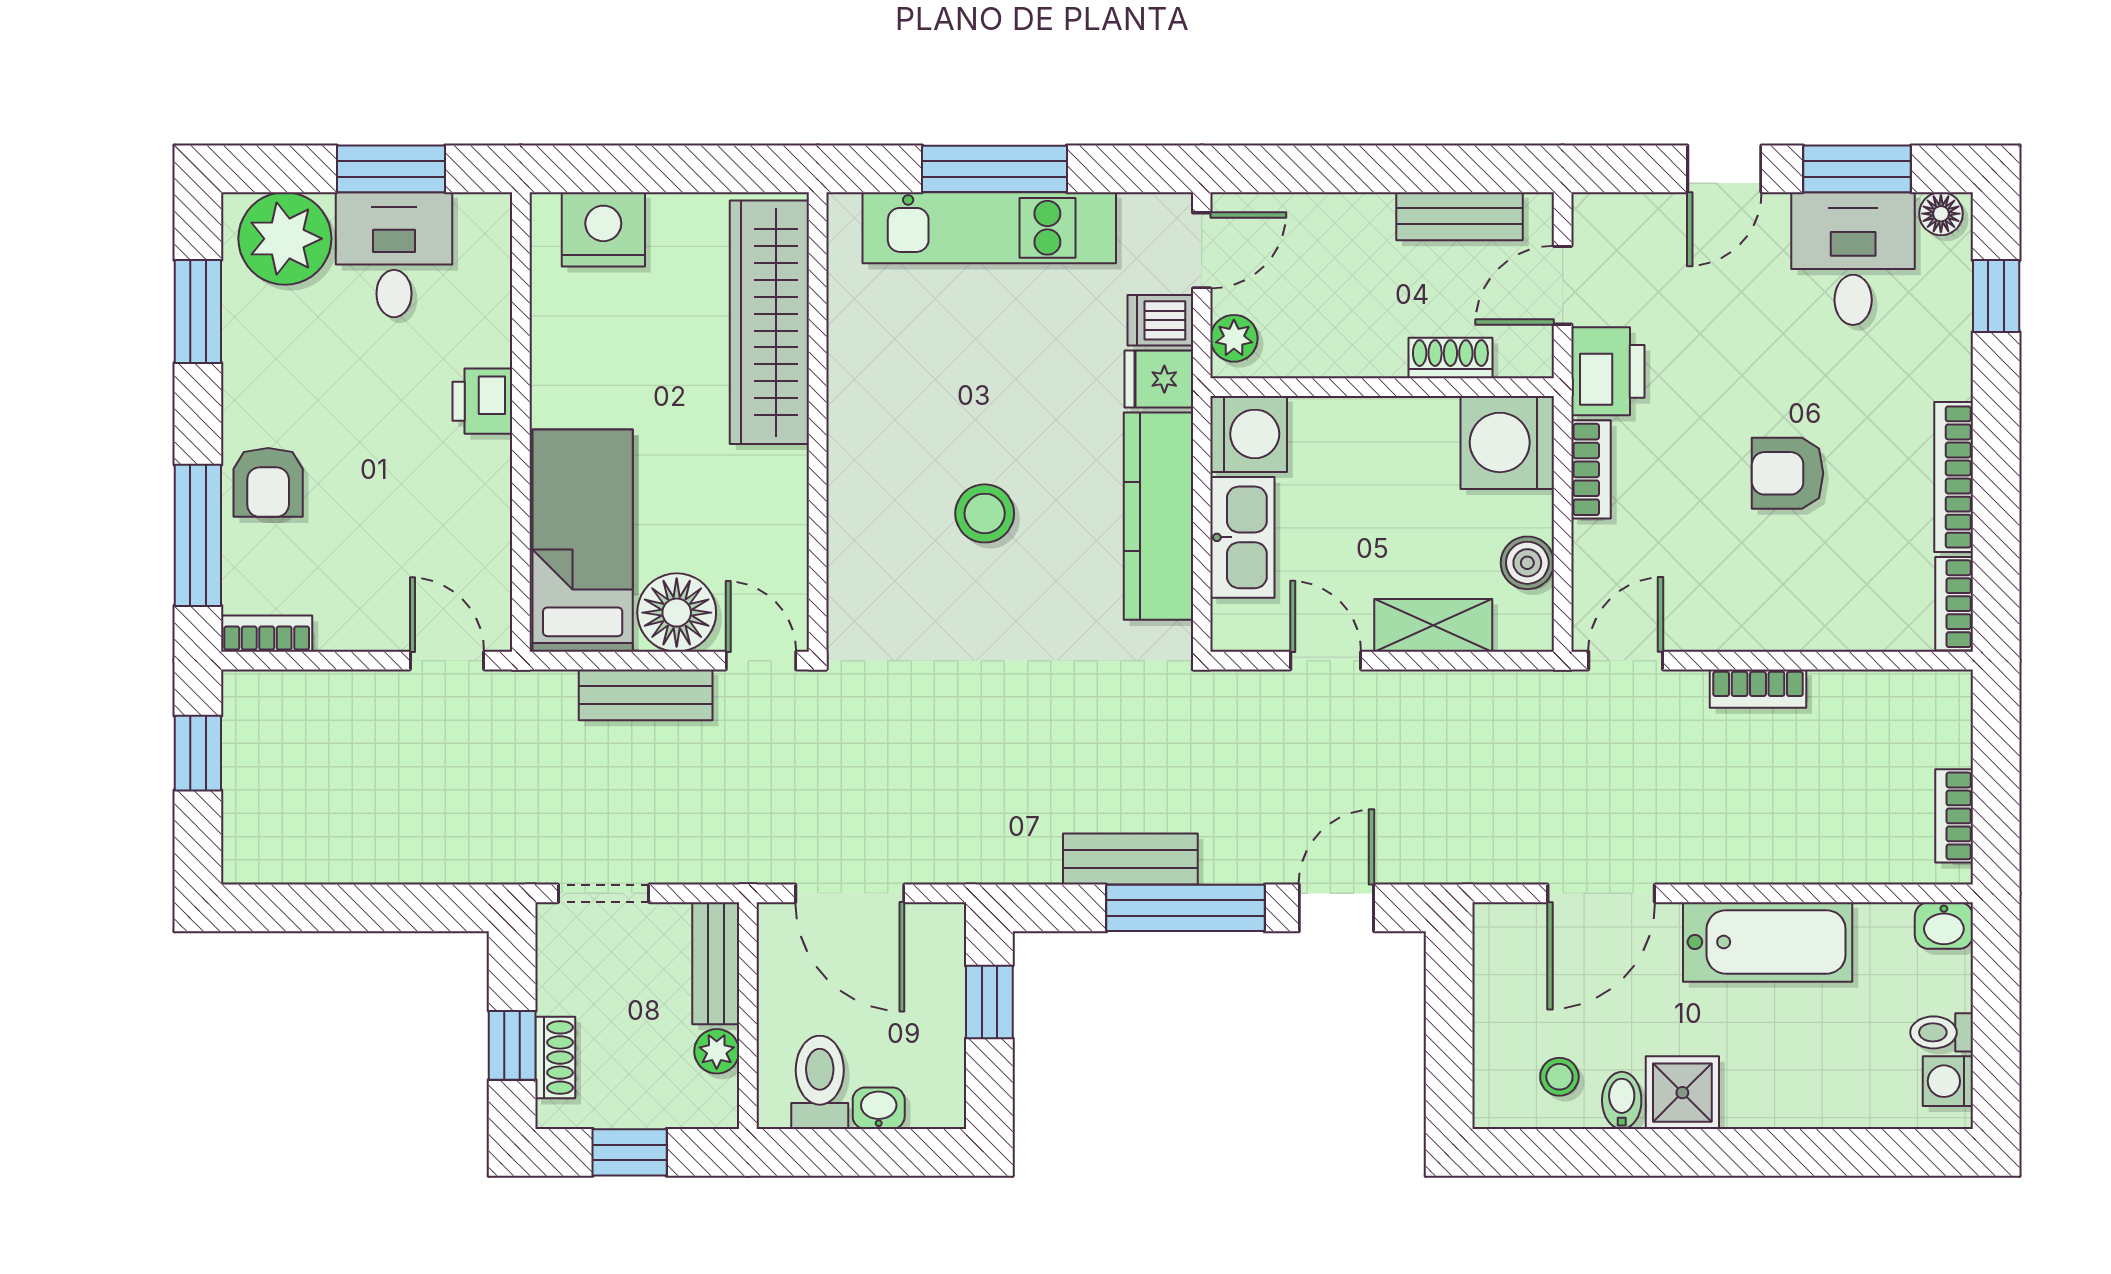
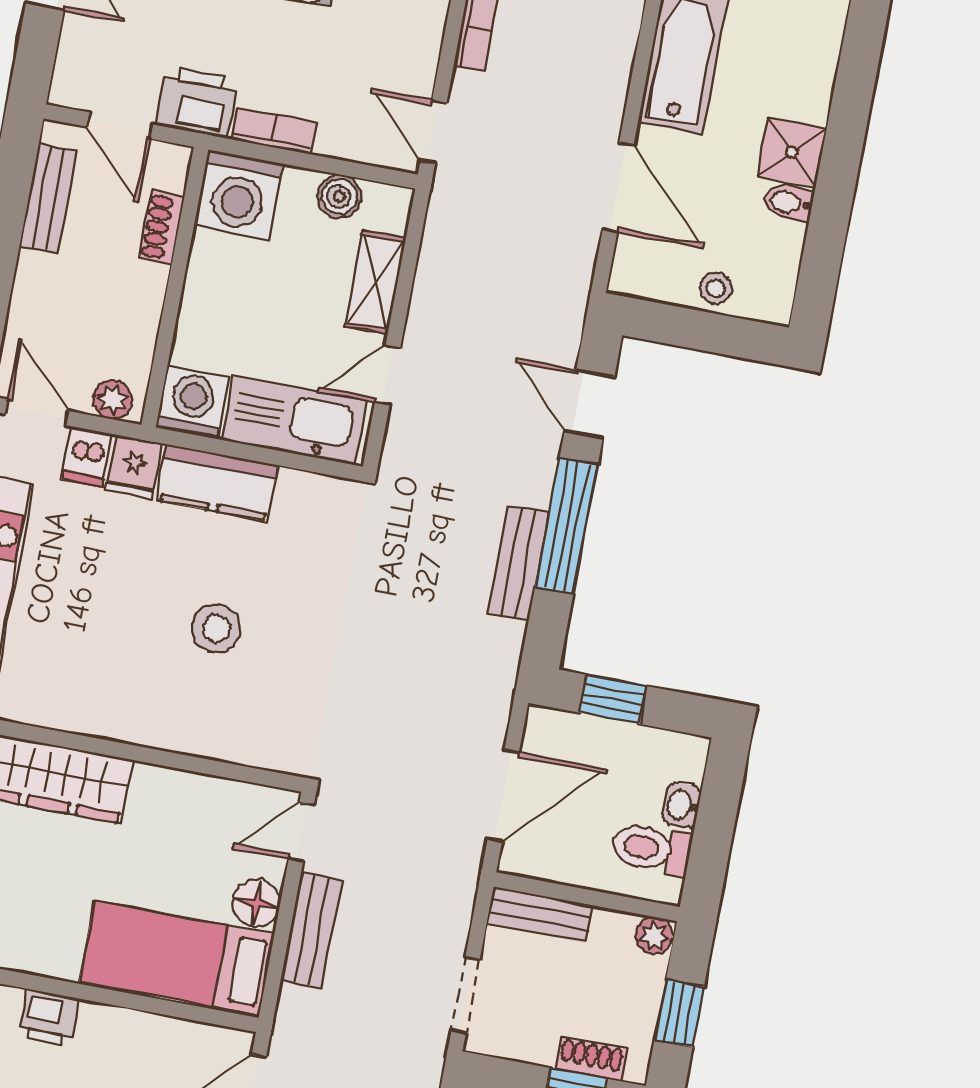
kitchen counter: (1158, 516) -> (217, 483), width x0.67
kitchen sink: (1242, 537) -> (294, 420), width x1.36, depth x1.24
floor lamp: (677, 613) -> (256, 903), width x0.73, depth x0.73
plant: (717, 1051) -> (654, 936), moved
stool: (1559, 1077) -> (716, 288), moved

